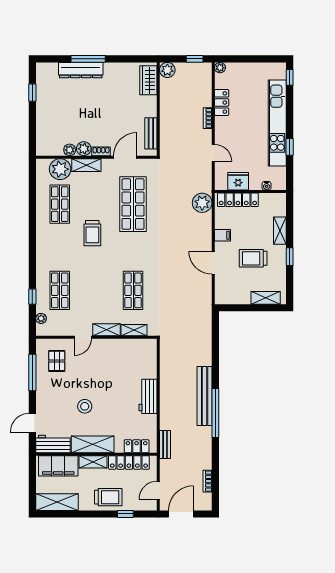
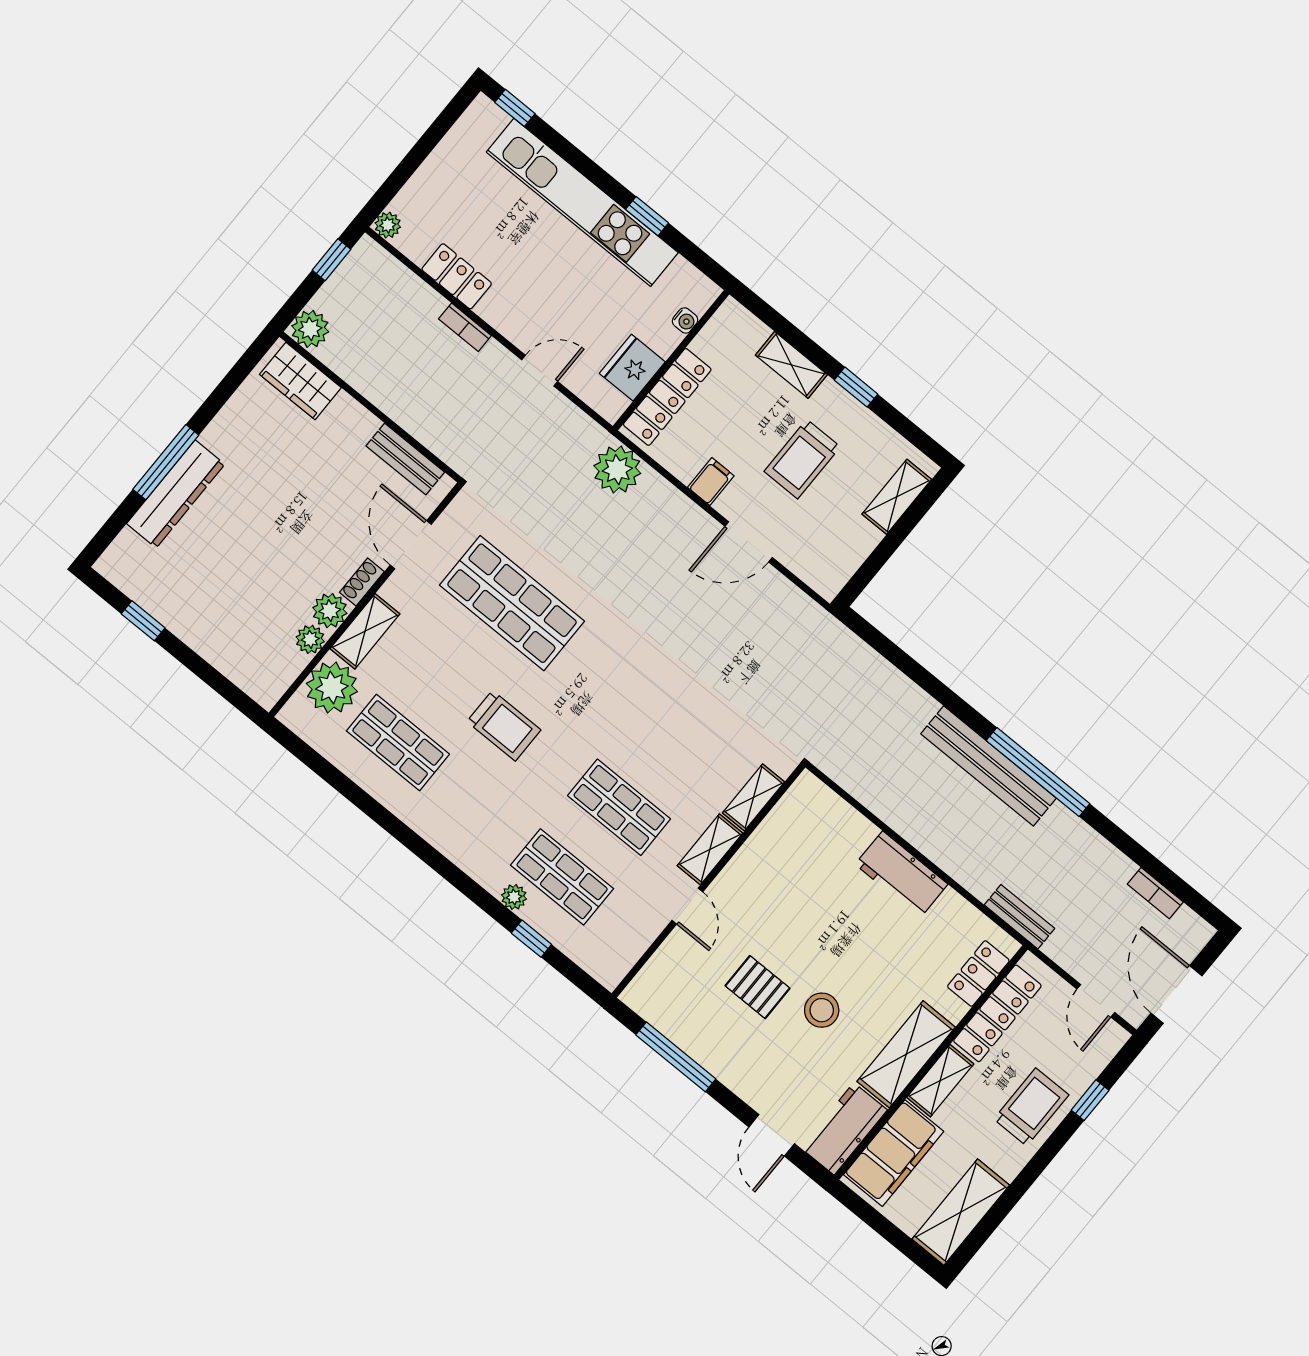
shop shelf: (133, 290) -> (619, 807), moved
plant: (41, 318) -> (514, 897), moved
pallet: (57, 361) -> (758, 987), moved

